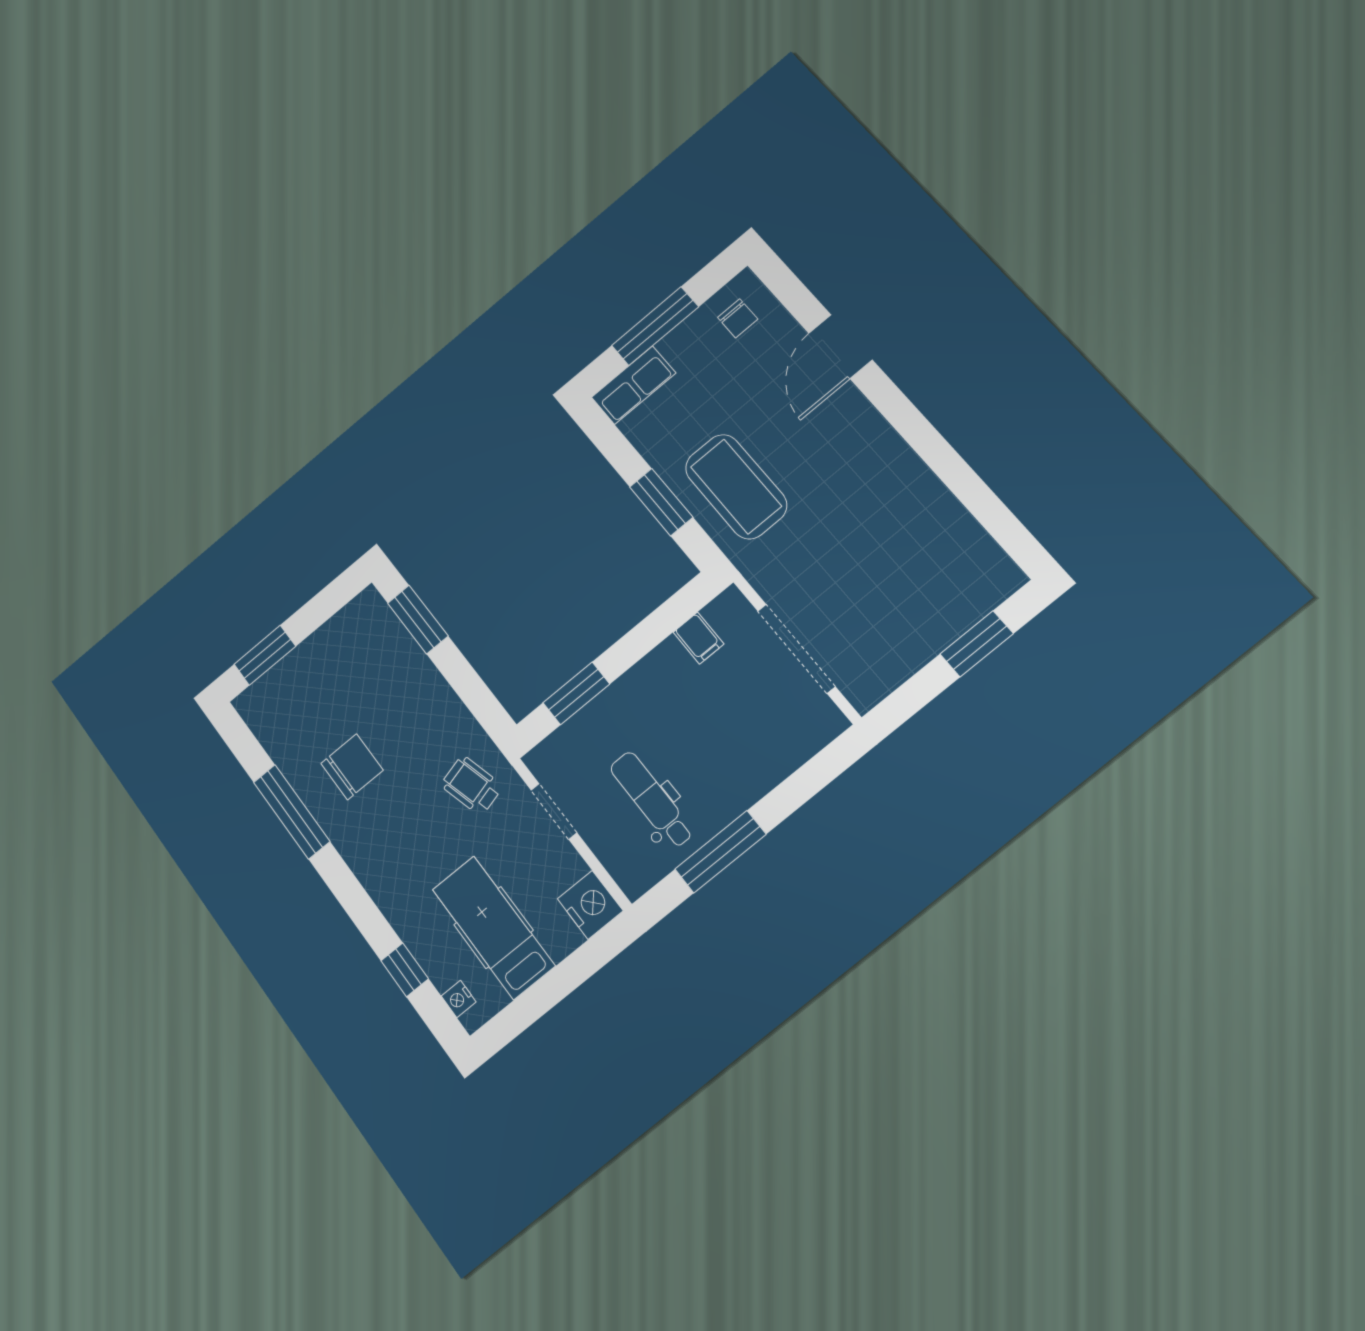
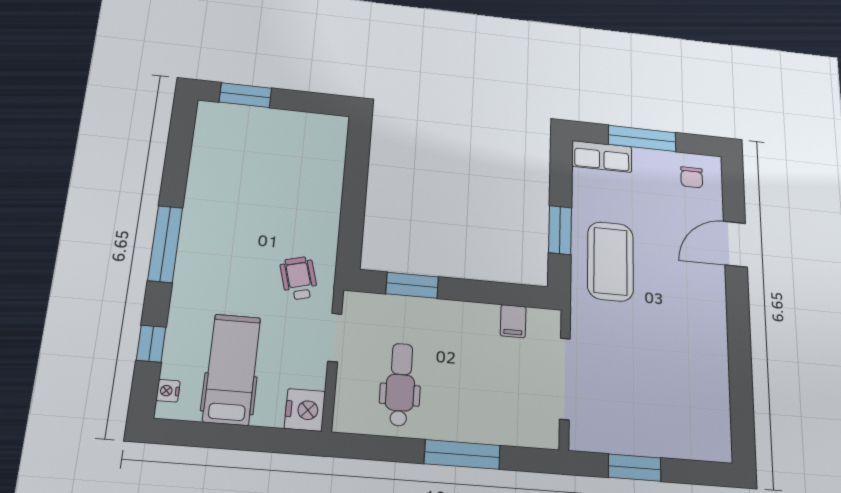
window: (418, 620) -> (357, 160), removed
window: (977, 644) -> (635, 468), moved
chair: (352, 767) -> (236, 202), removed
window: (292, 812) -> (165, 244), moved
window: (720, 852) -> (462, 454), moved

